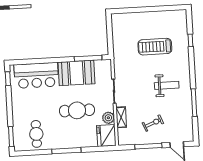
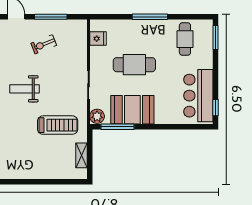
treadmill: (155, 47) -> (58, 125), moved
bar counter: (36, 75) -> (198, 96), moved, turned -90
shelving: (121, 117) -> (82, 155), moved
plant: (108, 118) -> (97, 116), moved
fridge: (106, 135) -> (98, 39), width x0.53, depth x0.75

